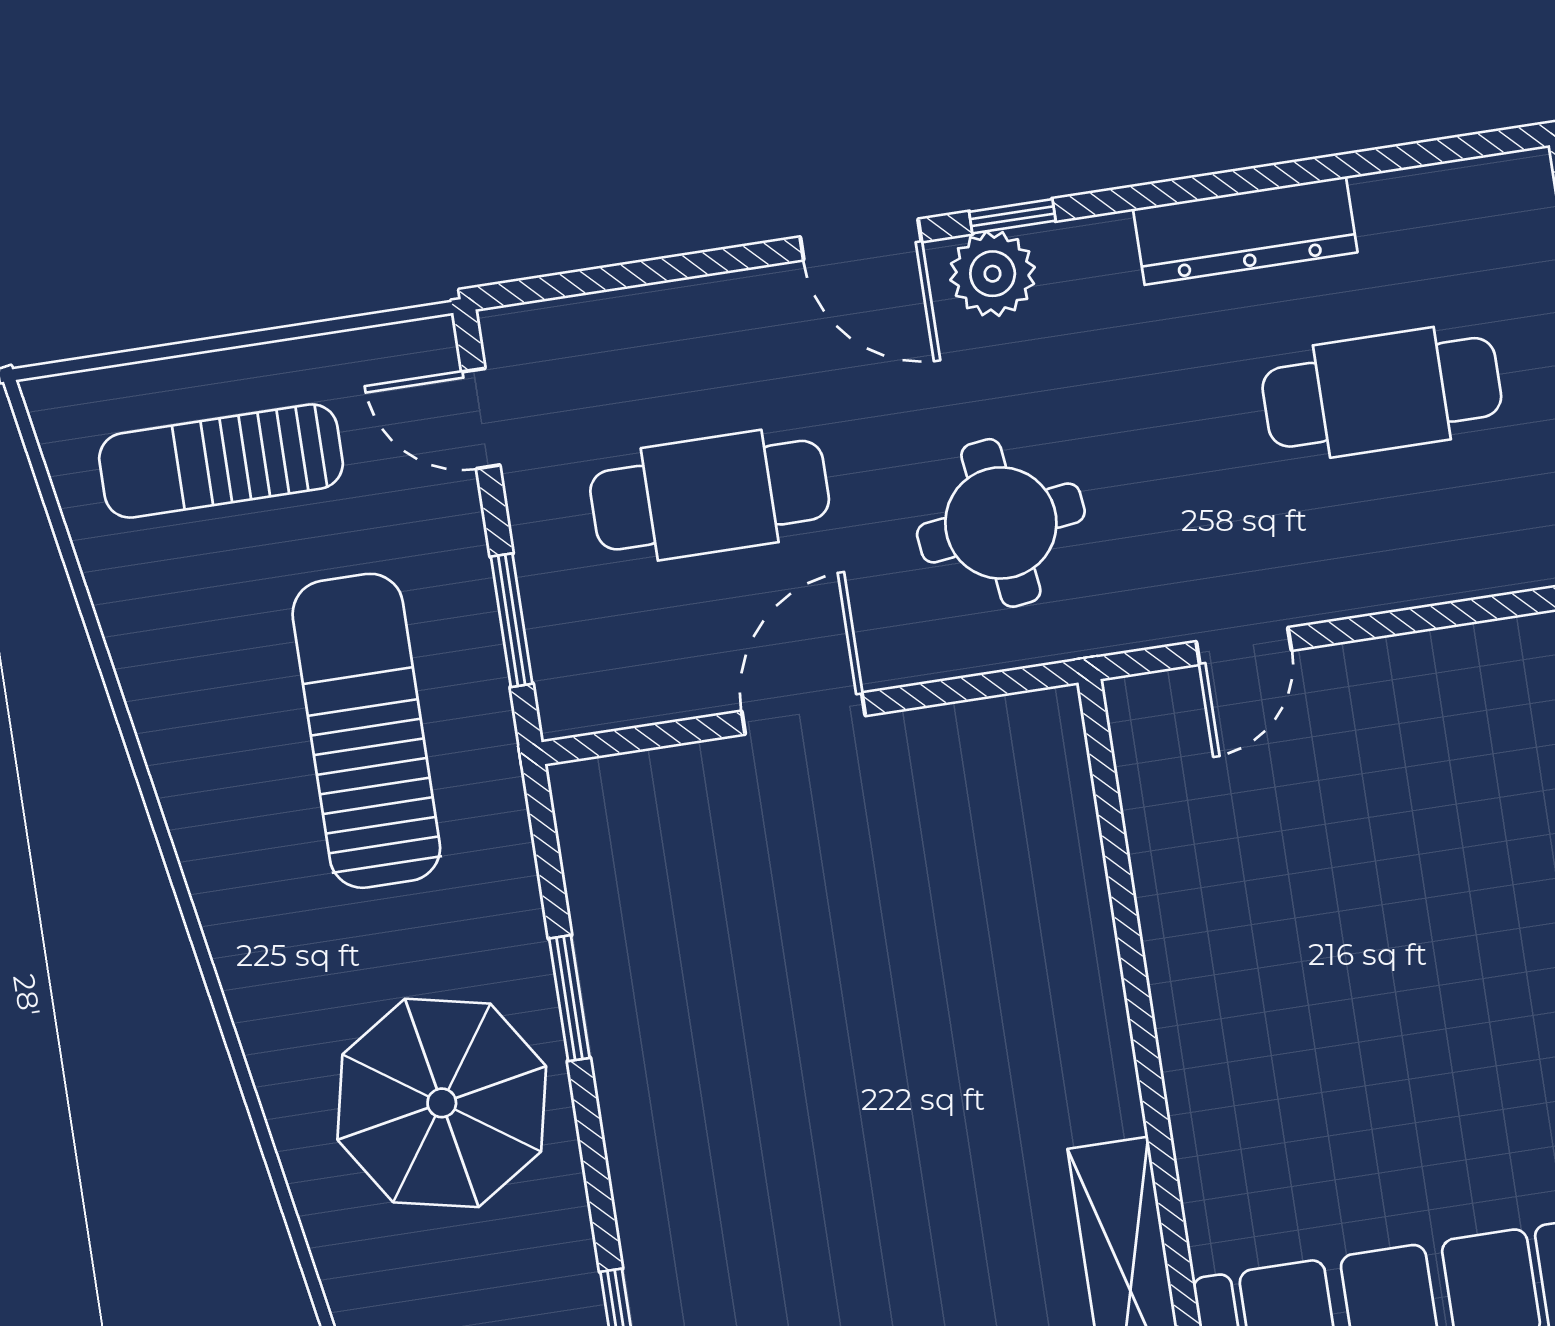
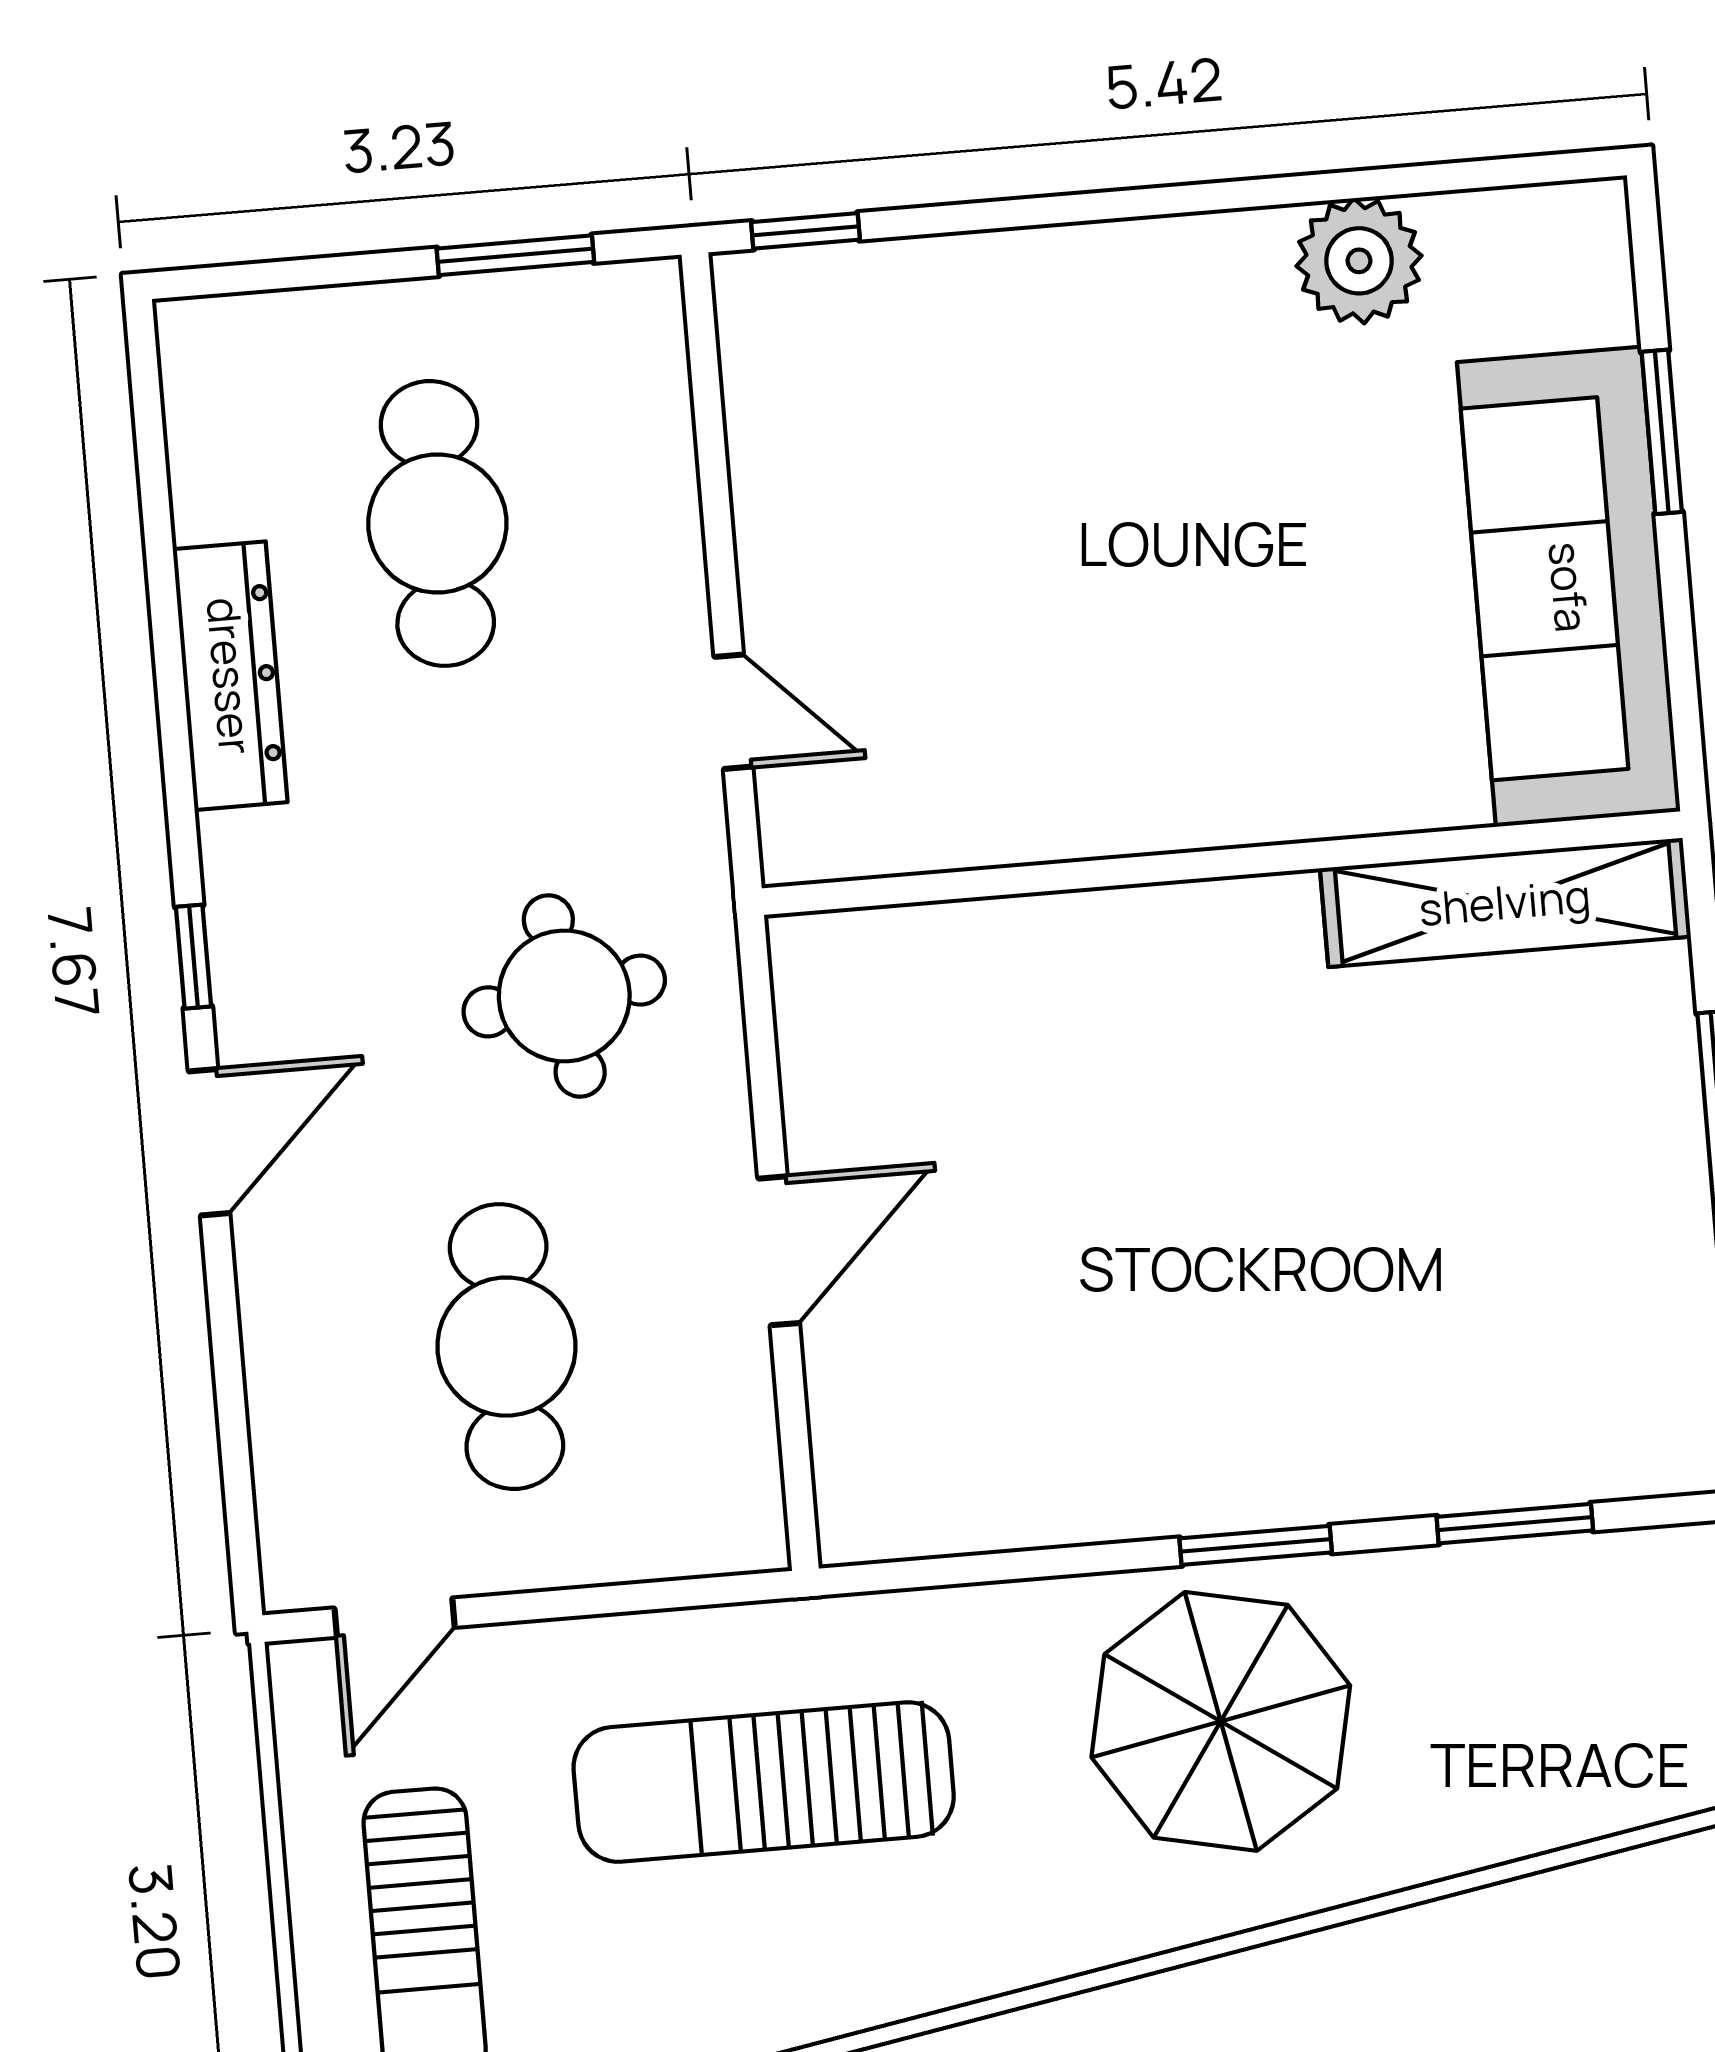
plant: (993, 274) -> (261, 985), removed
window: (512, 620) -> (642, 1597), removed
door: (804, 713) -> (779, 1251), swing flipped
window: (569, 998) -> (1256, 1545), moved

